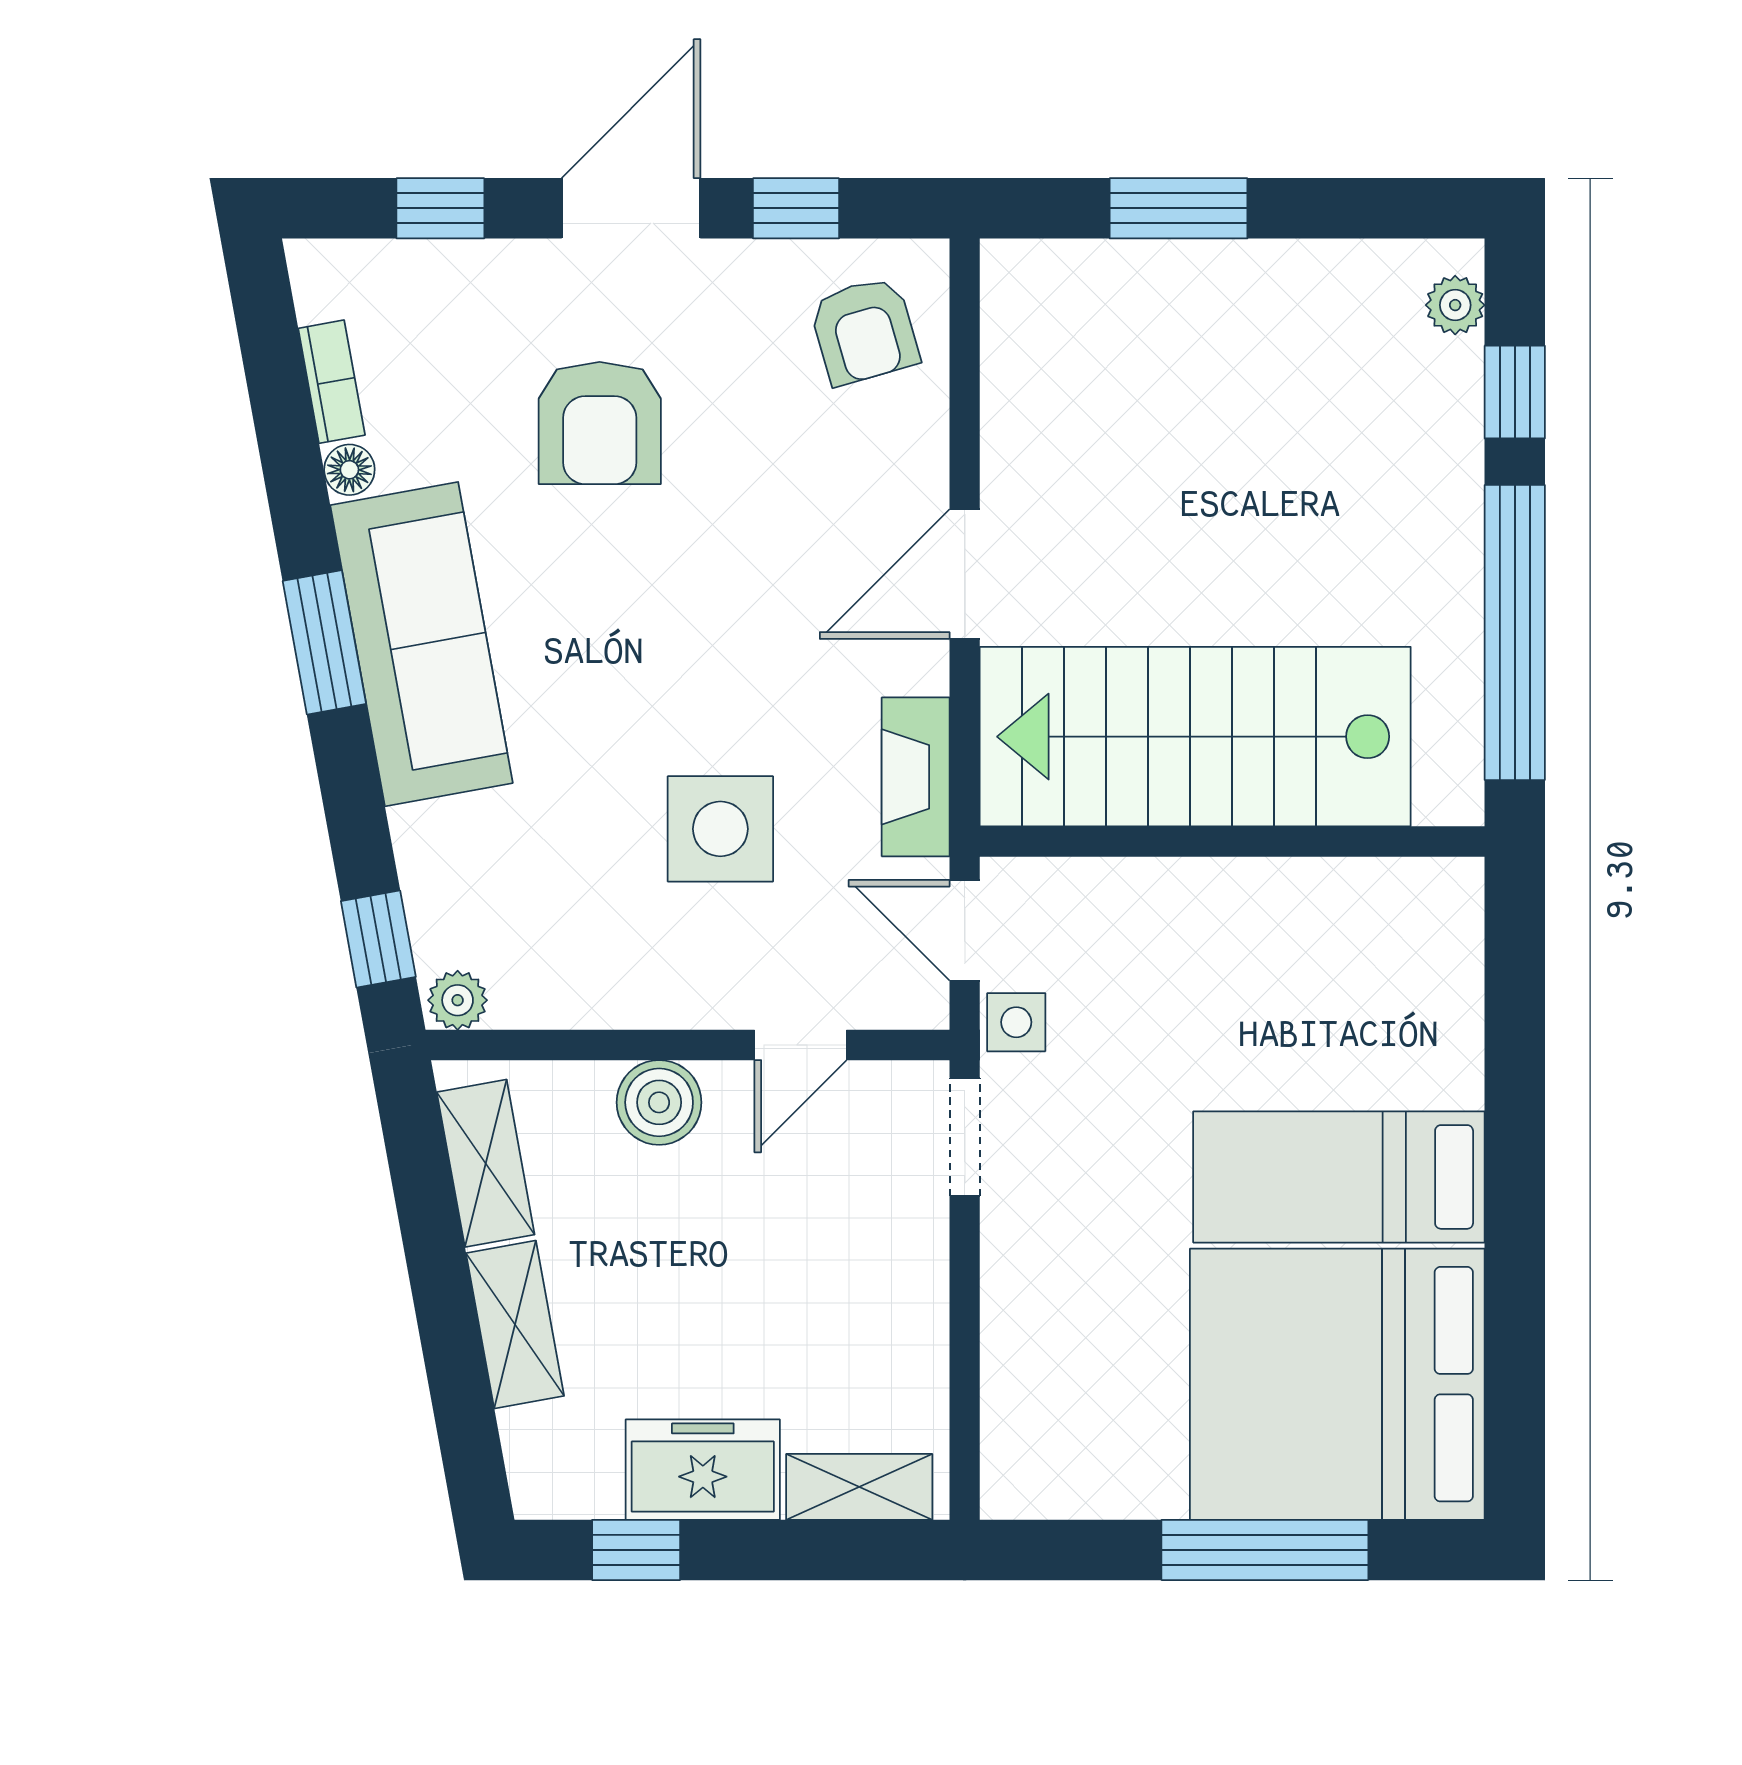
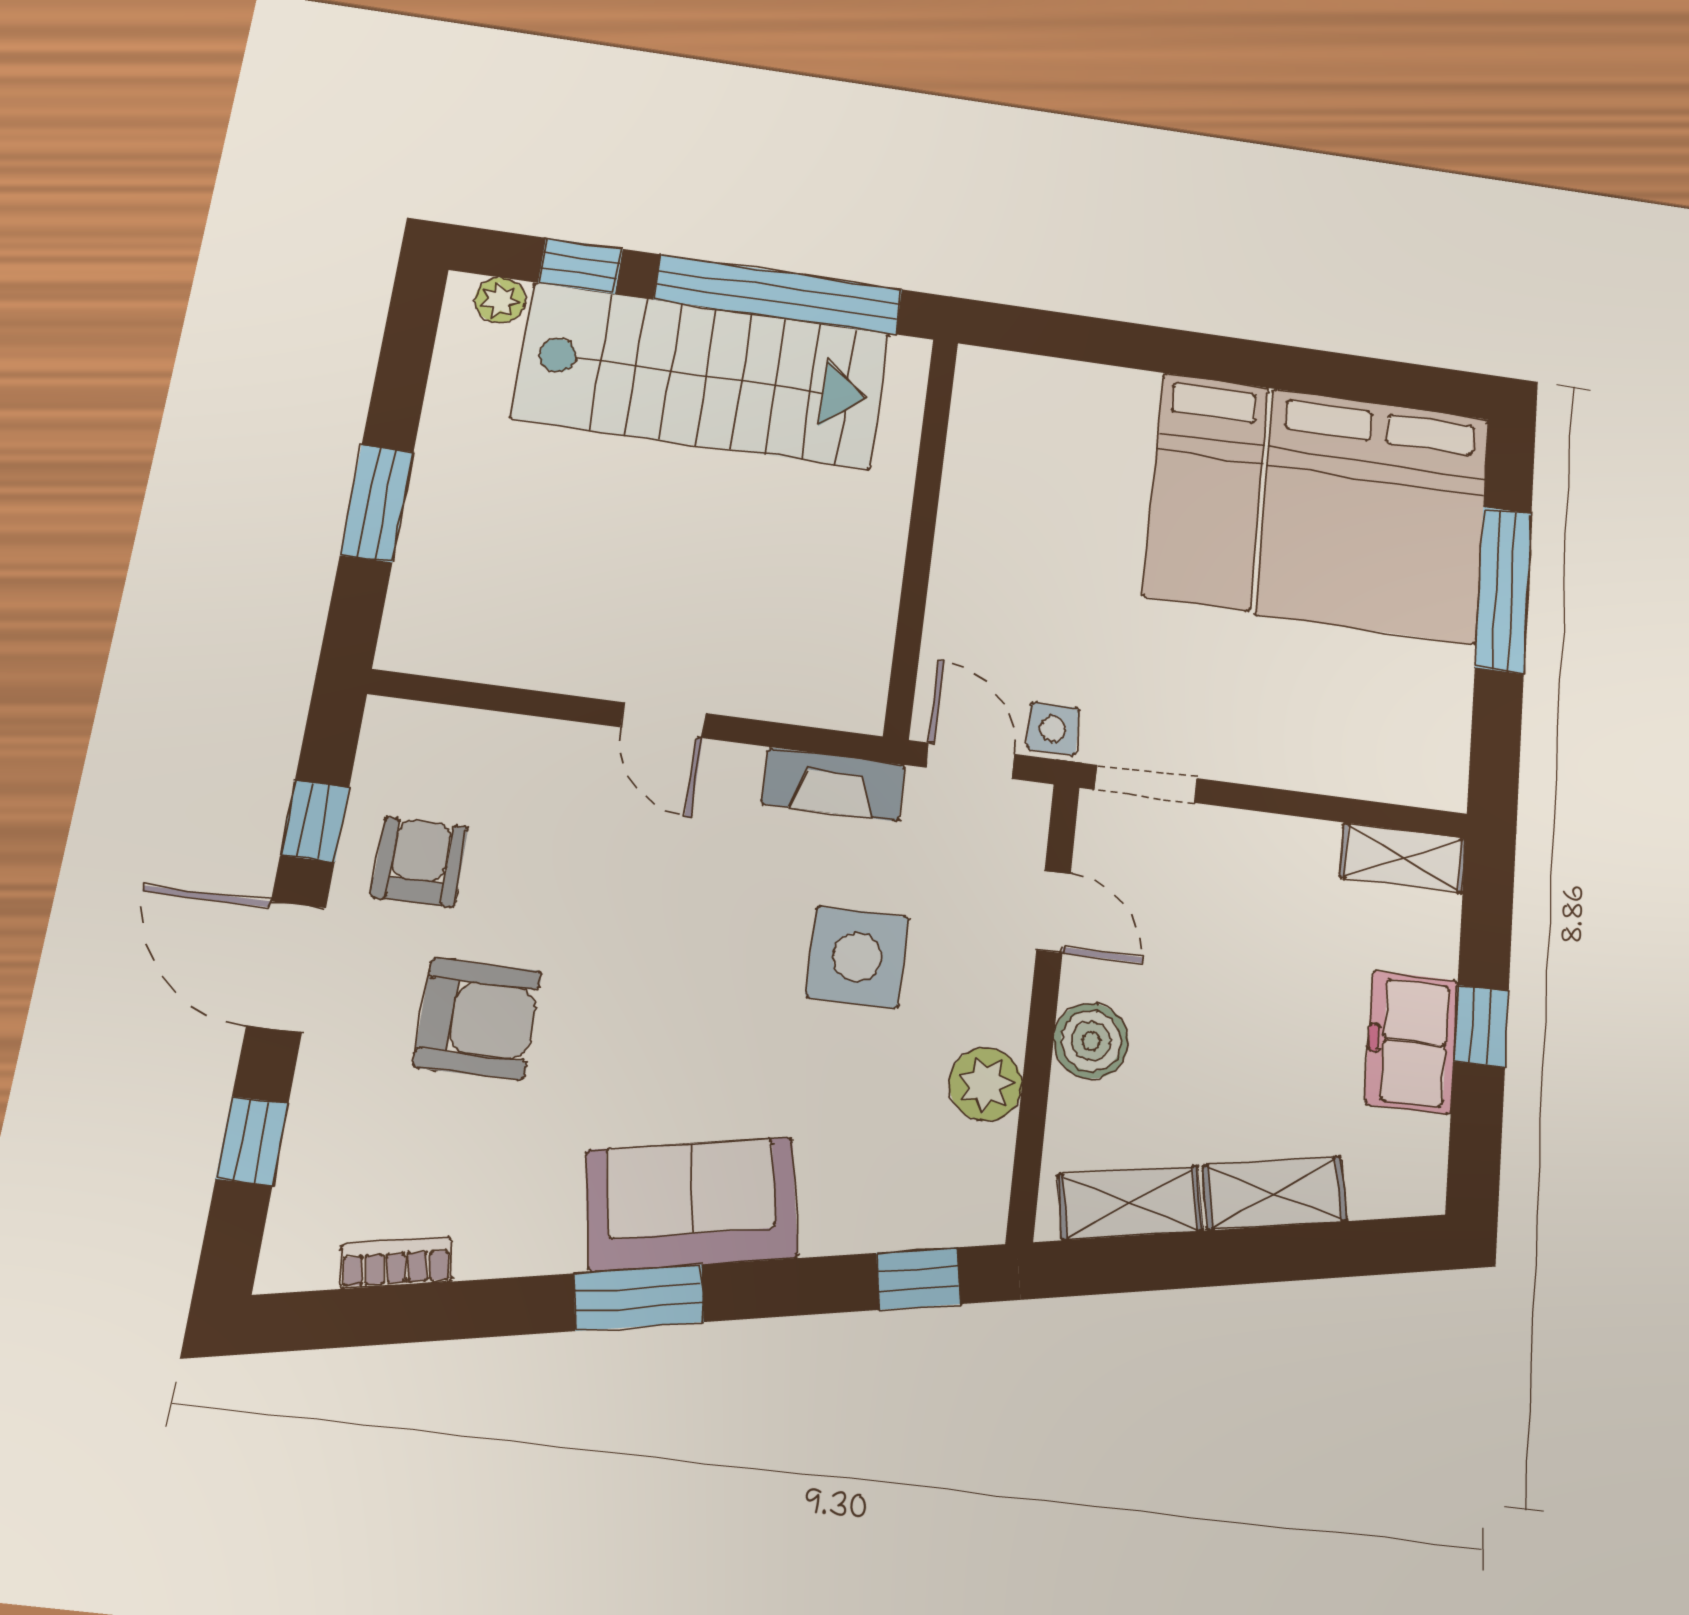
armchair: (864, 331) -> (420, 862), moved, turned -74
floor lamp: (349, 470) -> (482, 1255), removed
door: (965, 574) -> (663, 720), width x0.73
sofa: (421, 644) -> (691, 1204), width x0.73
stairs: (1195, 737) -> (701, 376), moved, turned -90
door: (965, 930) -> (970, 761), swing flipped
plant: (458, 1000) -> (986, 1084), moved, width x1.38, depth x1.38
shelving: (859, 1487) -> (1403, 858), moved, turned 90
window: (636, 1550) -> (1481, 1026), moved

